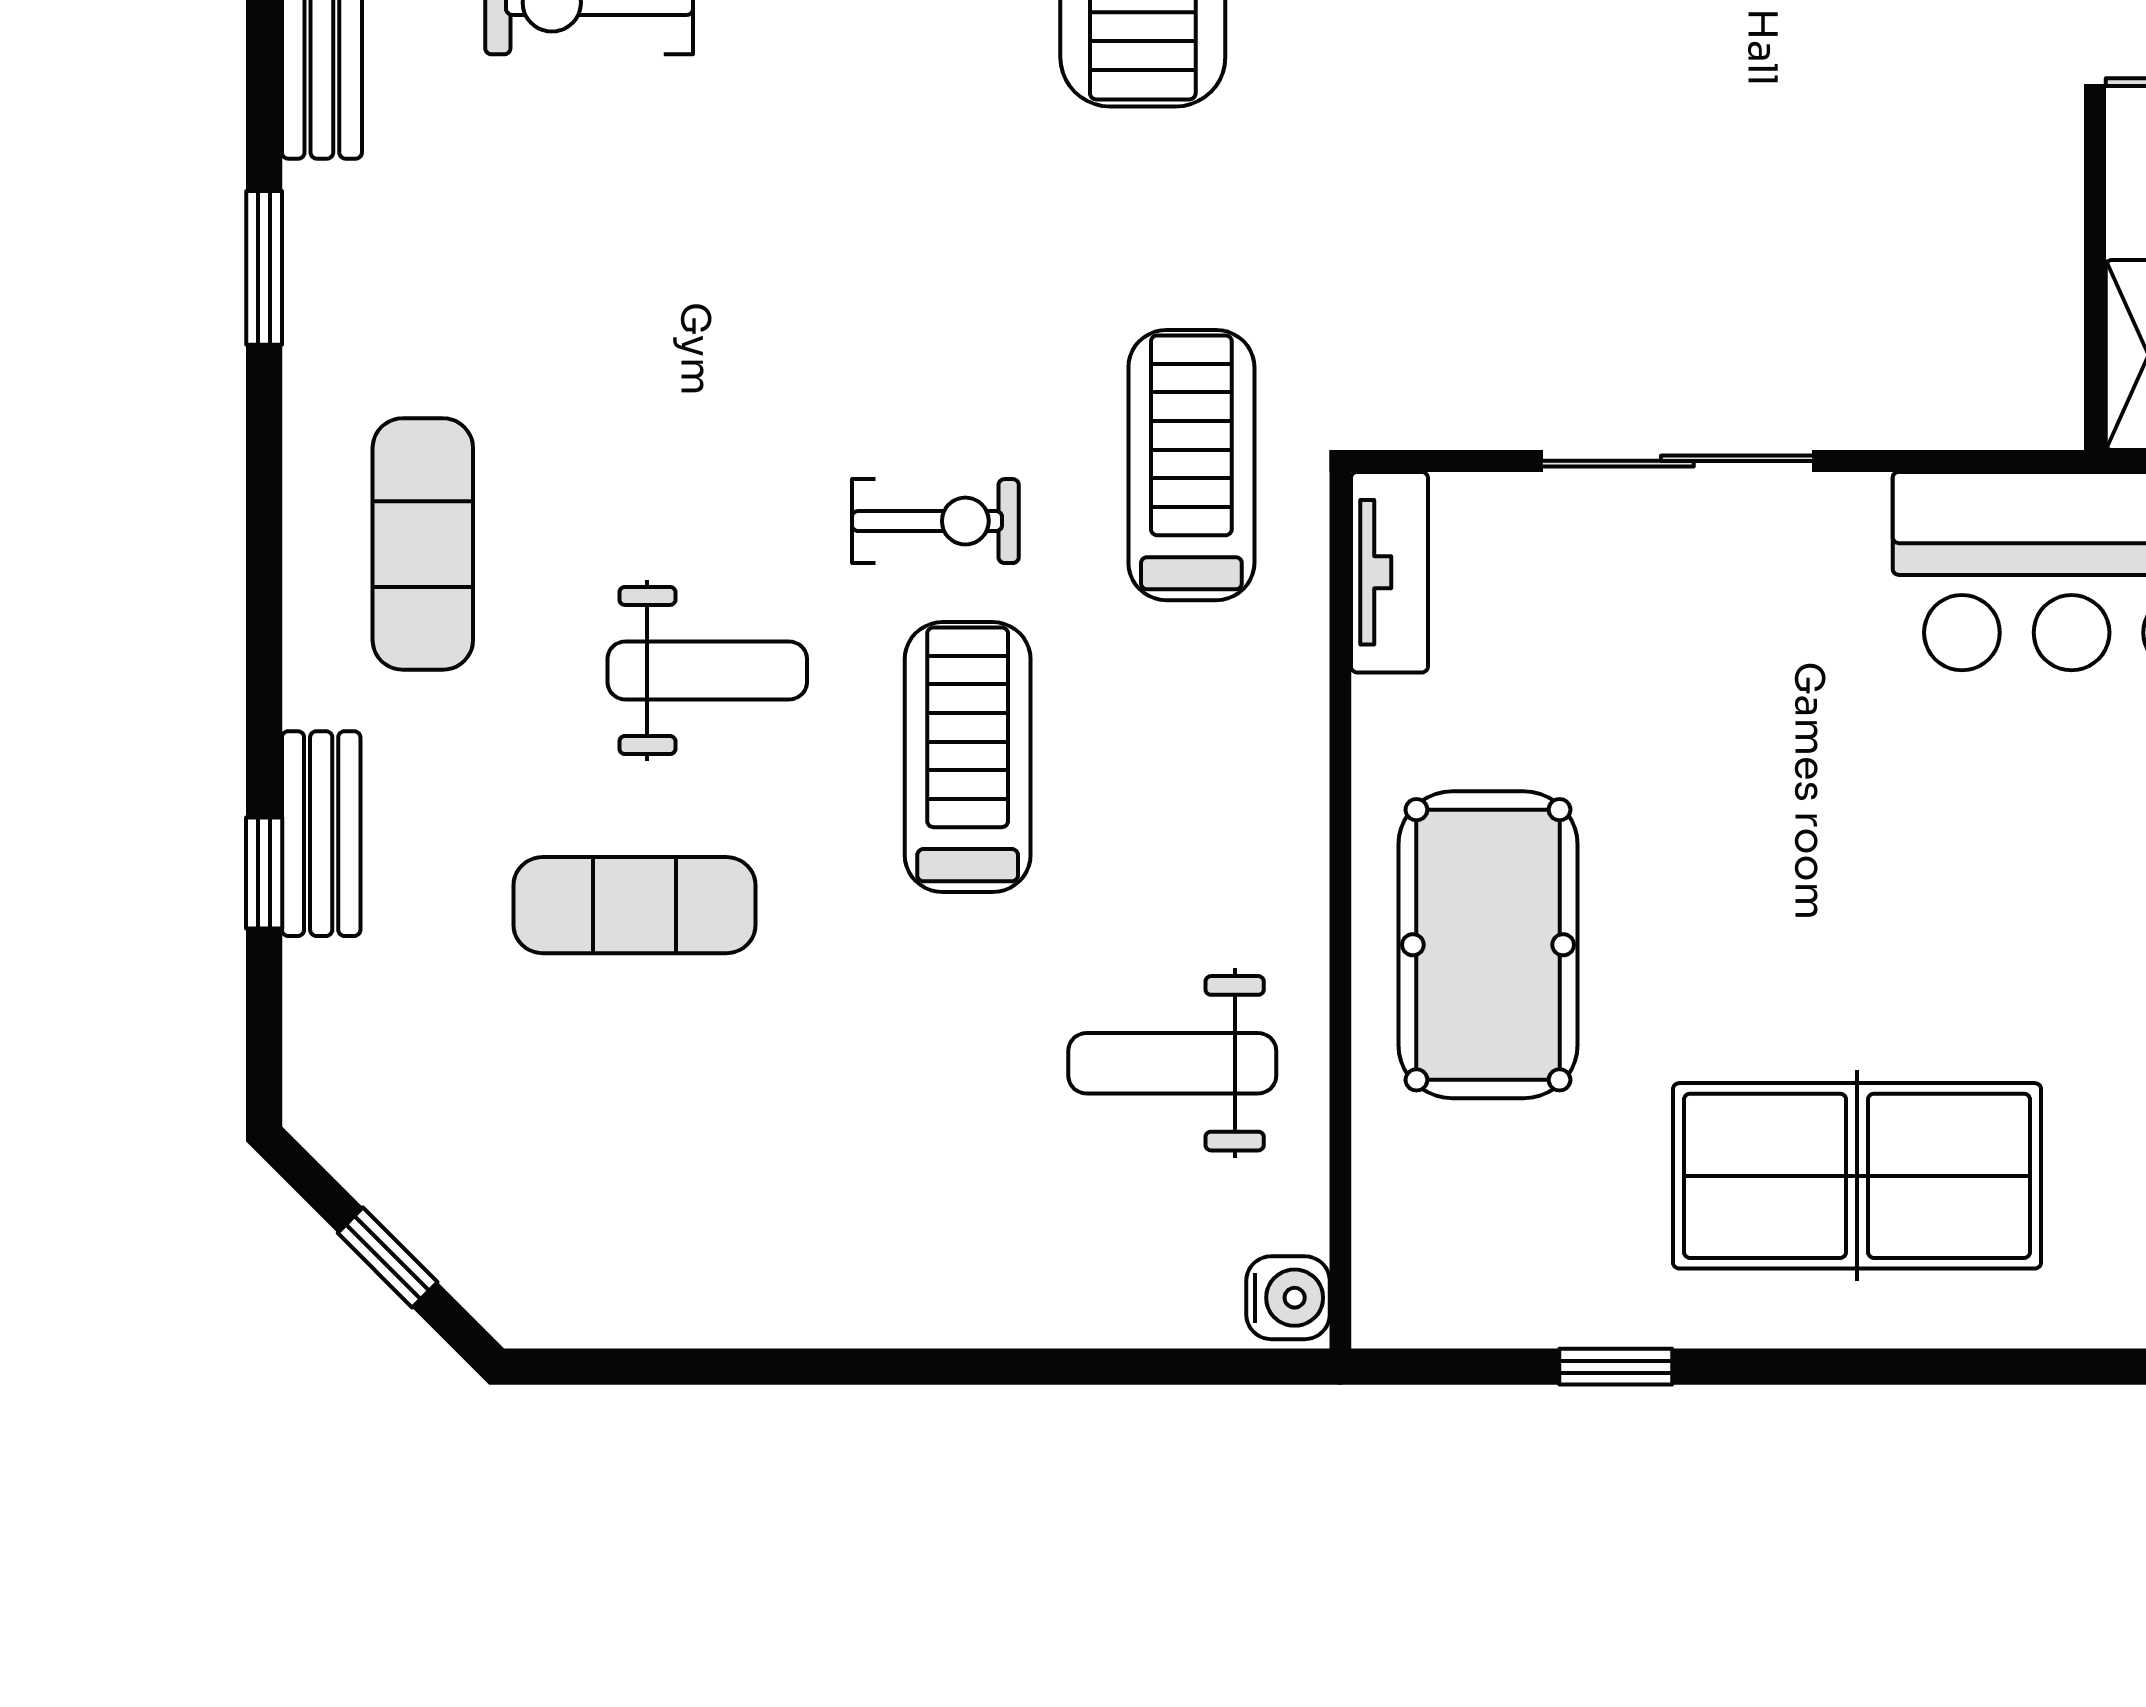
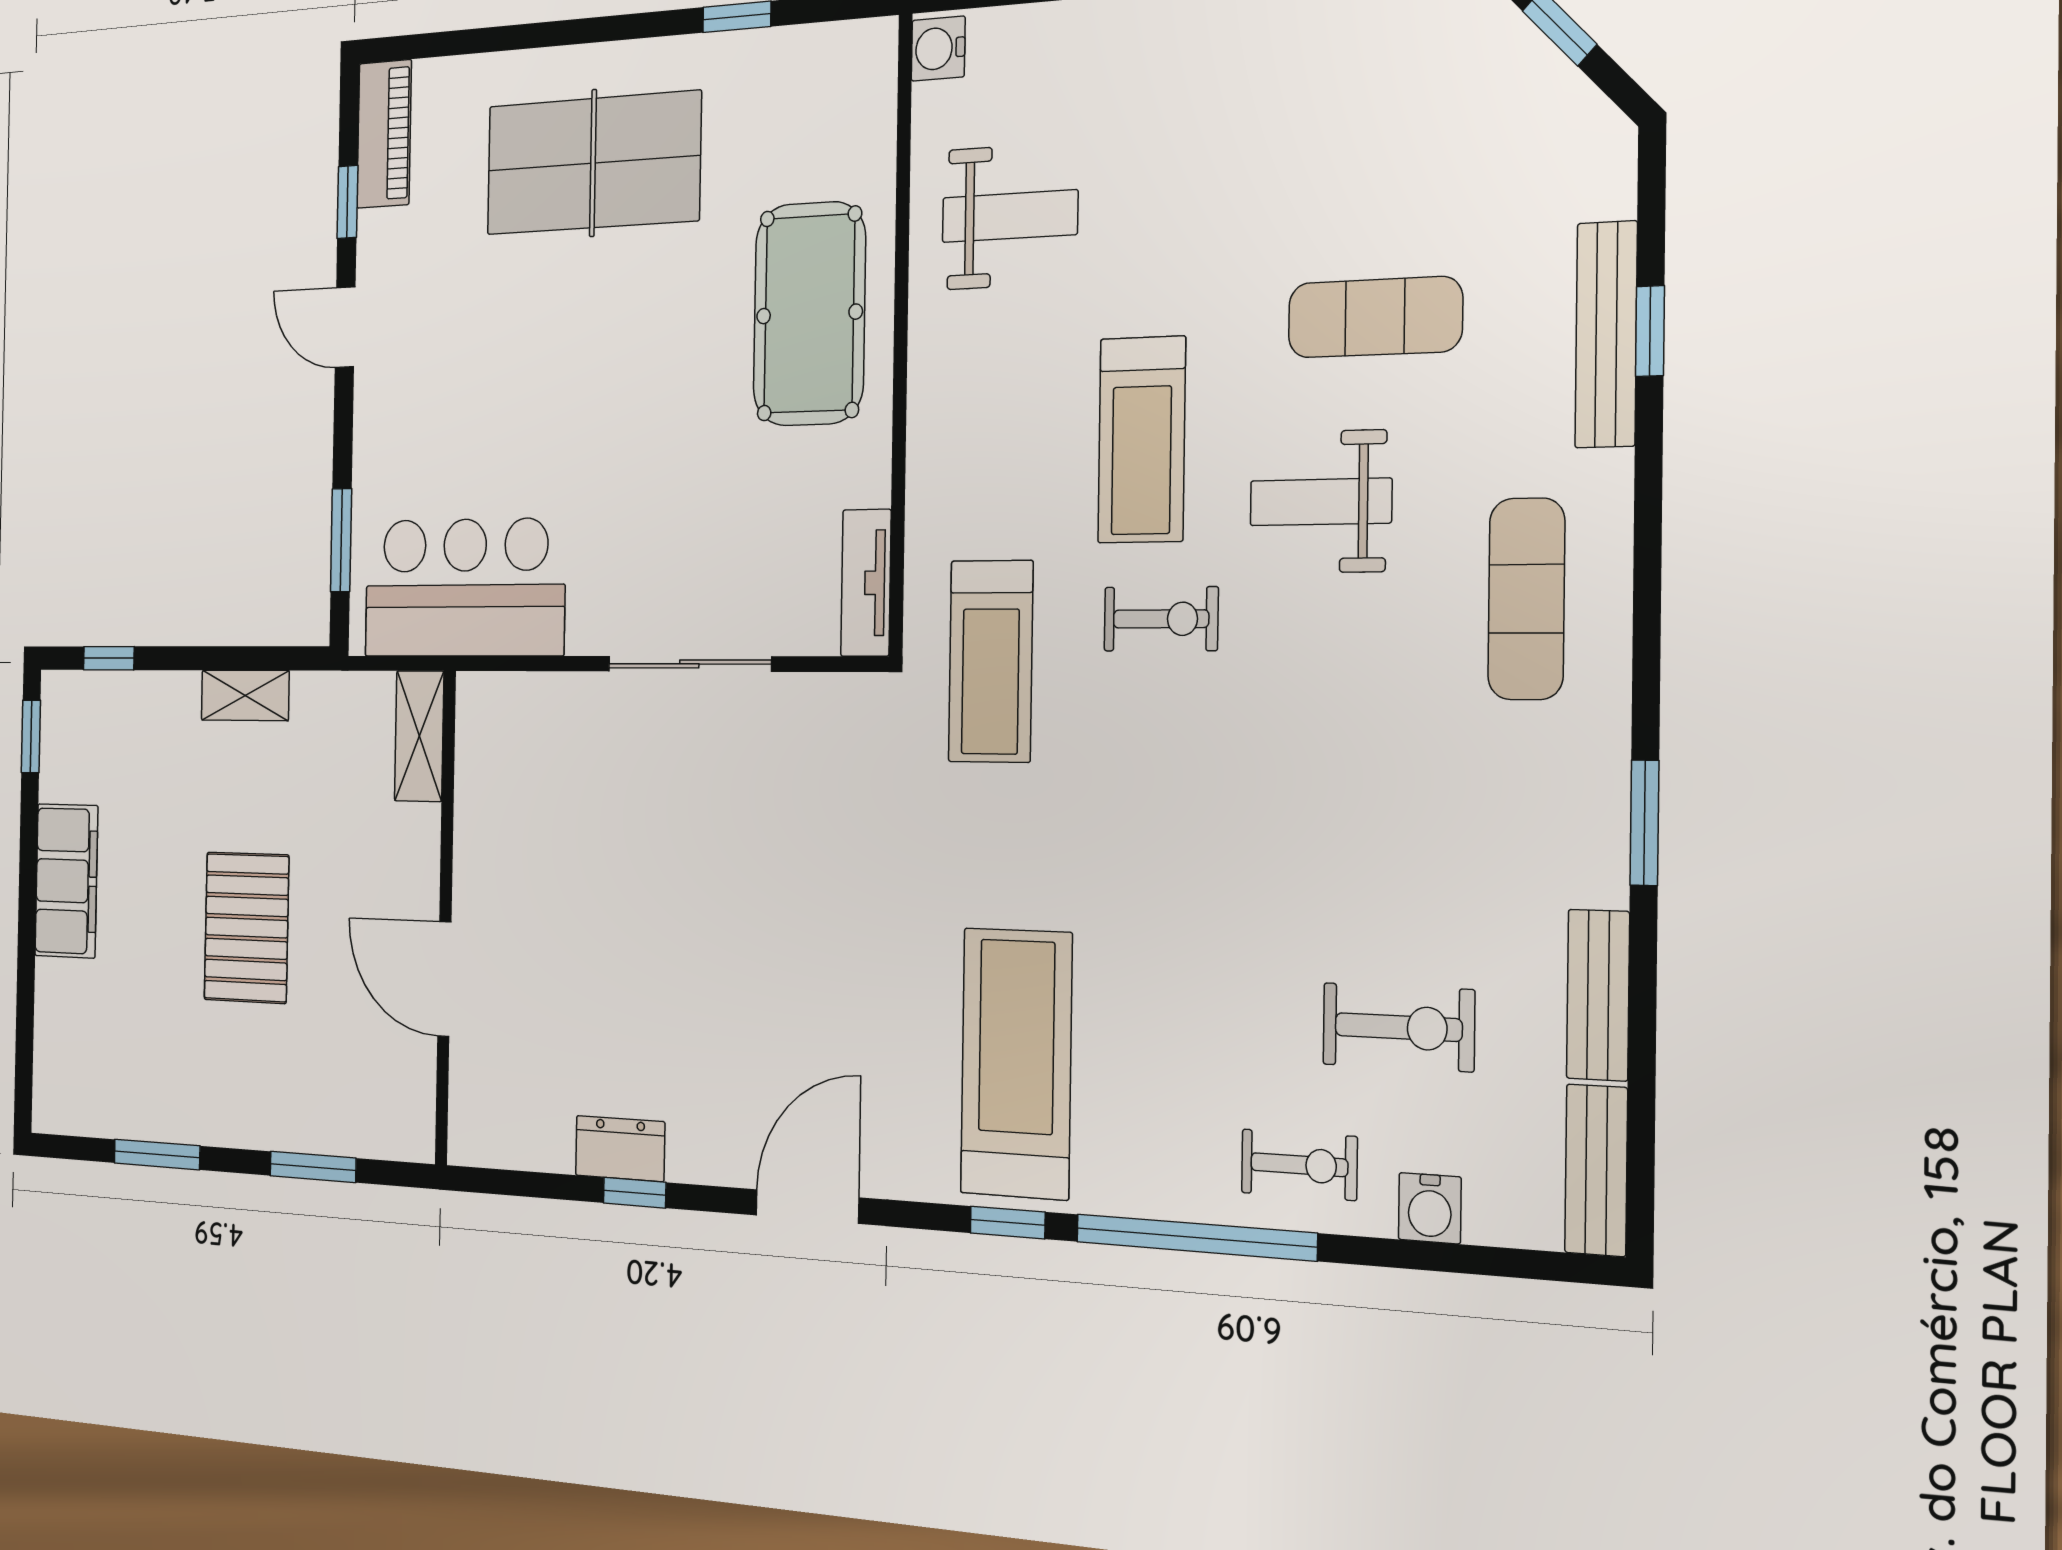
exercise bike: (935, 521) -> (1161, 619), turned 180
bench: (321, 834) -> (1606, 334), width x1.36

